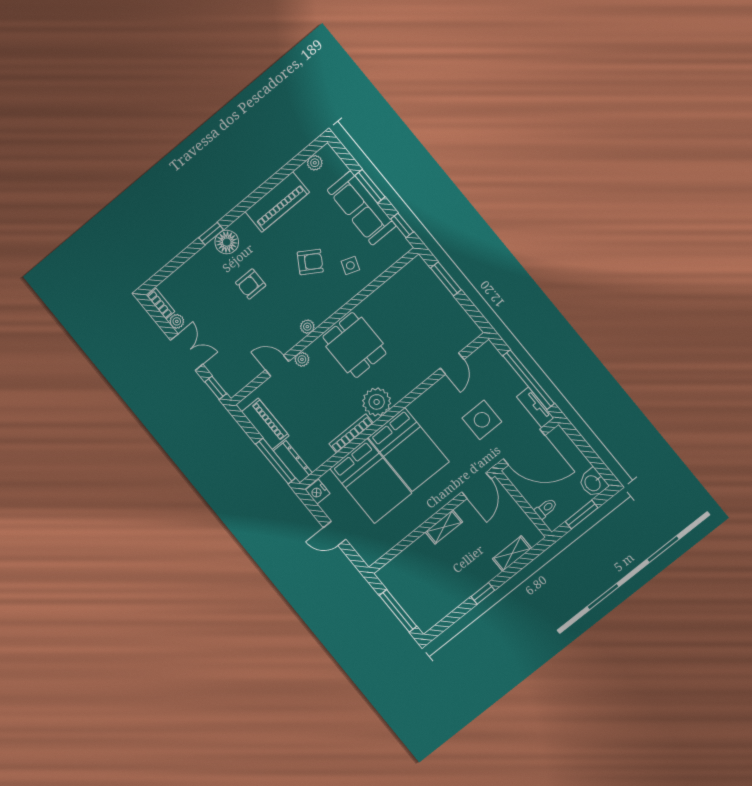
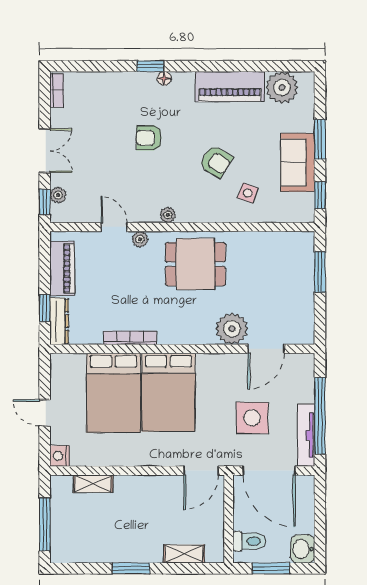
plant: (315, 163) -> (282, 87), width x1.88, depth x1.88
sofa: (362, 208) -> (298, 162), width x0.73
floor lamp: (227, 242) -> (164, 78), width x0.53, depth x0.53
plant: (177, 321) -> (58, 195), moved
dining table: (354, 345) -> (195, 264), turned 90
door: (452, 364) -> (266, 349), width x1.38
plant: (377, 402) -> (232, 329), moved
tv unit: (535, 407) -> (306, 435), width x1.41
window: (276, 461) -> (45, 308), width x0.46
nightstand: (318, 492) -> (60, 456), moved
toilet: (546, 508) -> (249, 541), width x1.37, depth x1.39
shelving: (444, 527) -> (93, 484), moved
window: (483, 593) -> (131, 568), width x1.50

